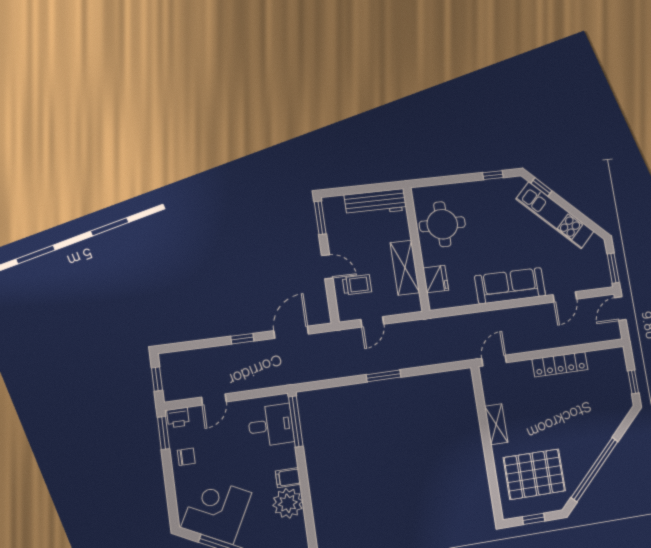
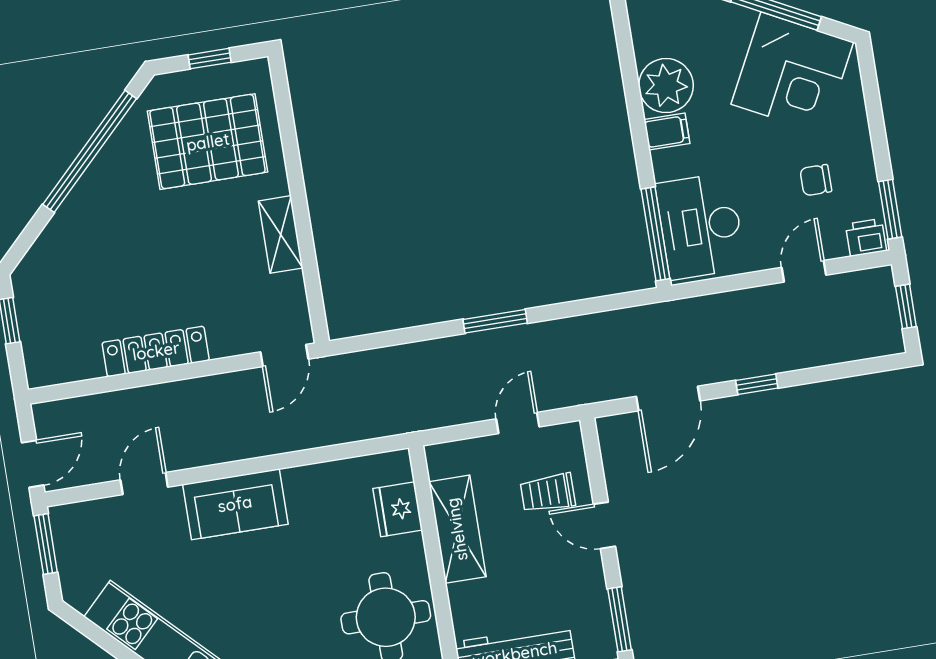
sofa: (510, 286) -> (235, 504), width x0.73
desk: (271, 425) -> (700, 226), width x1.37
chair: (186, 457) -> (816, 180), moved

